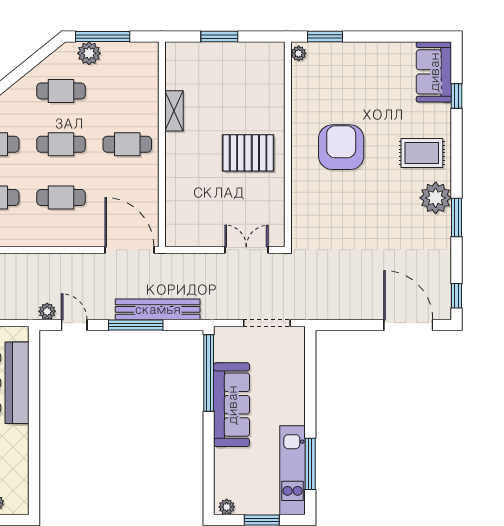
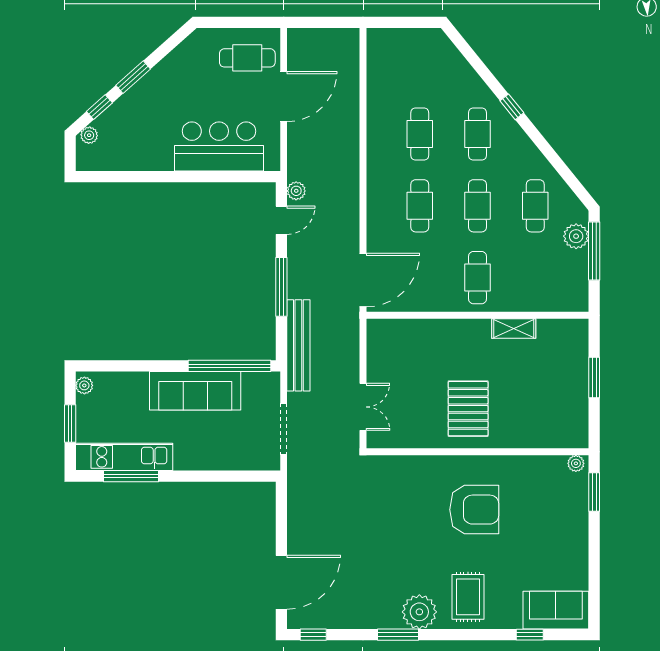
bench: (158, 309) -> (298, 345), moved

